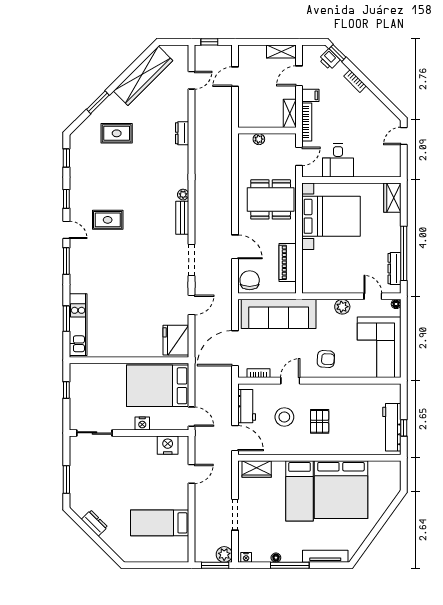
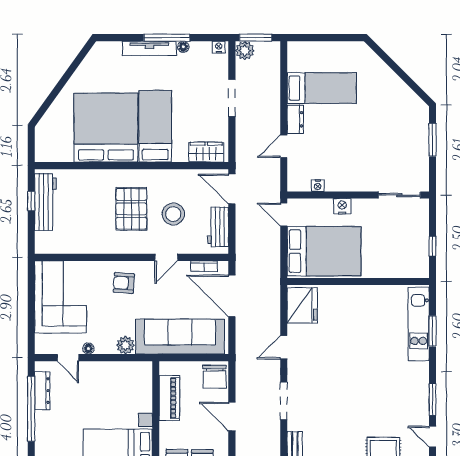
floor lamp: (396, 304) -> (88, 348), moved
plant: (342, 307) -> (125, 345), moved
door: (235, 348) -> (232, 296), swing flipped
pallet: (320, 421) -> (131, 209), width x1.50, depth x1.42
nightstand: (168, 445) -> (318, 185), width x0.53, depth x0.56
dresser: (94, 523) -> (295, 119), moved, turned -135
tv unit: (325, 556) -> (149, 48), moved

